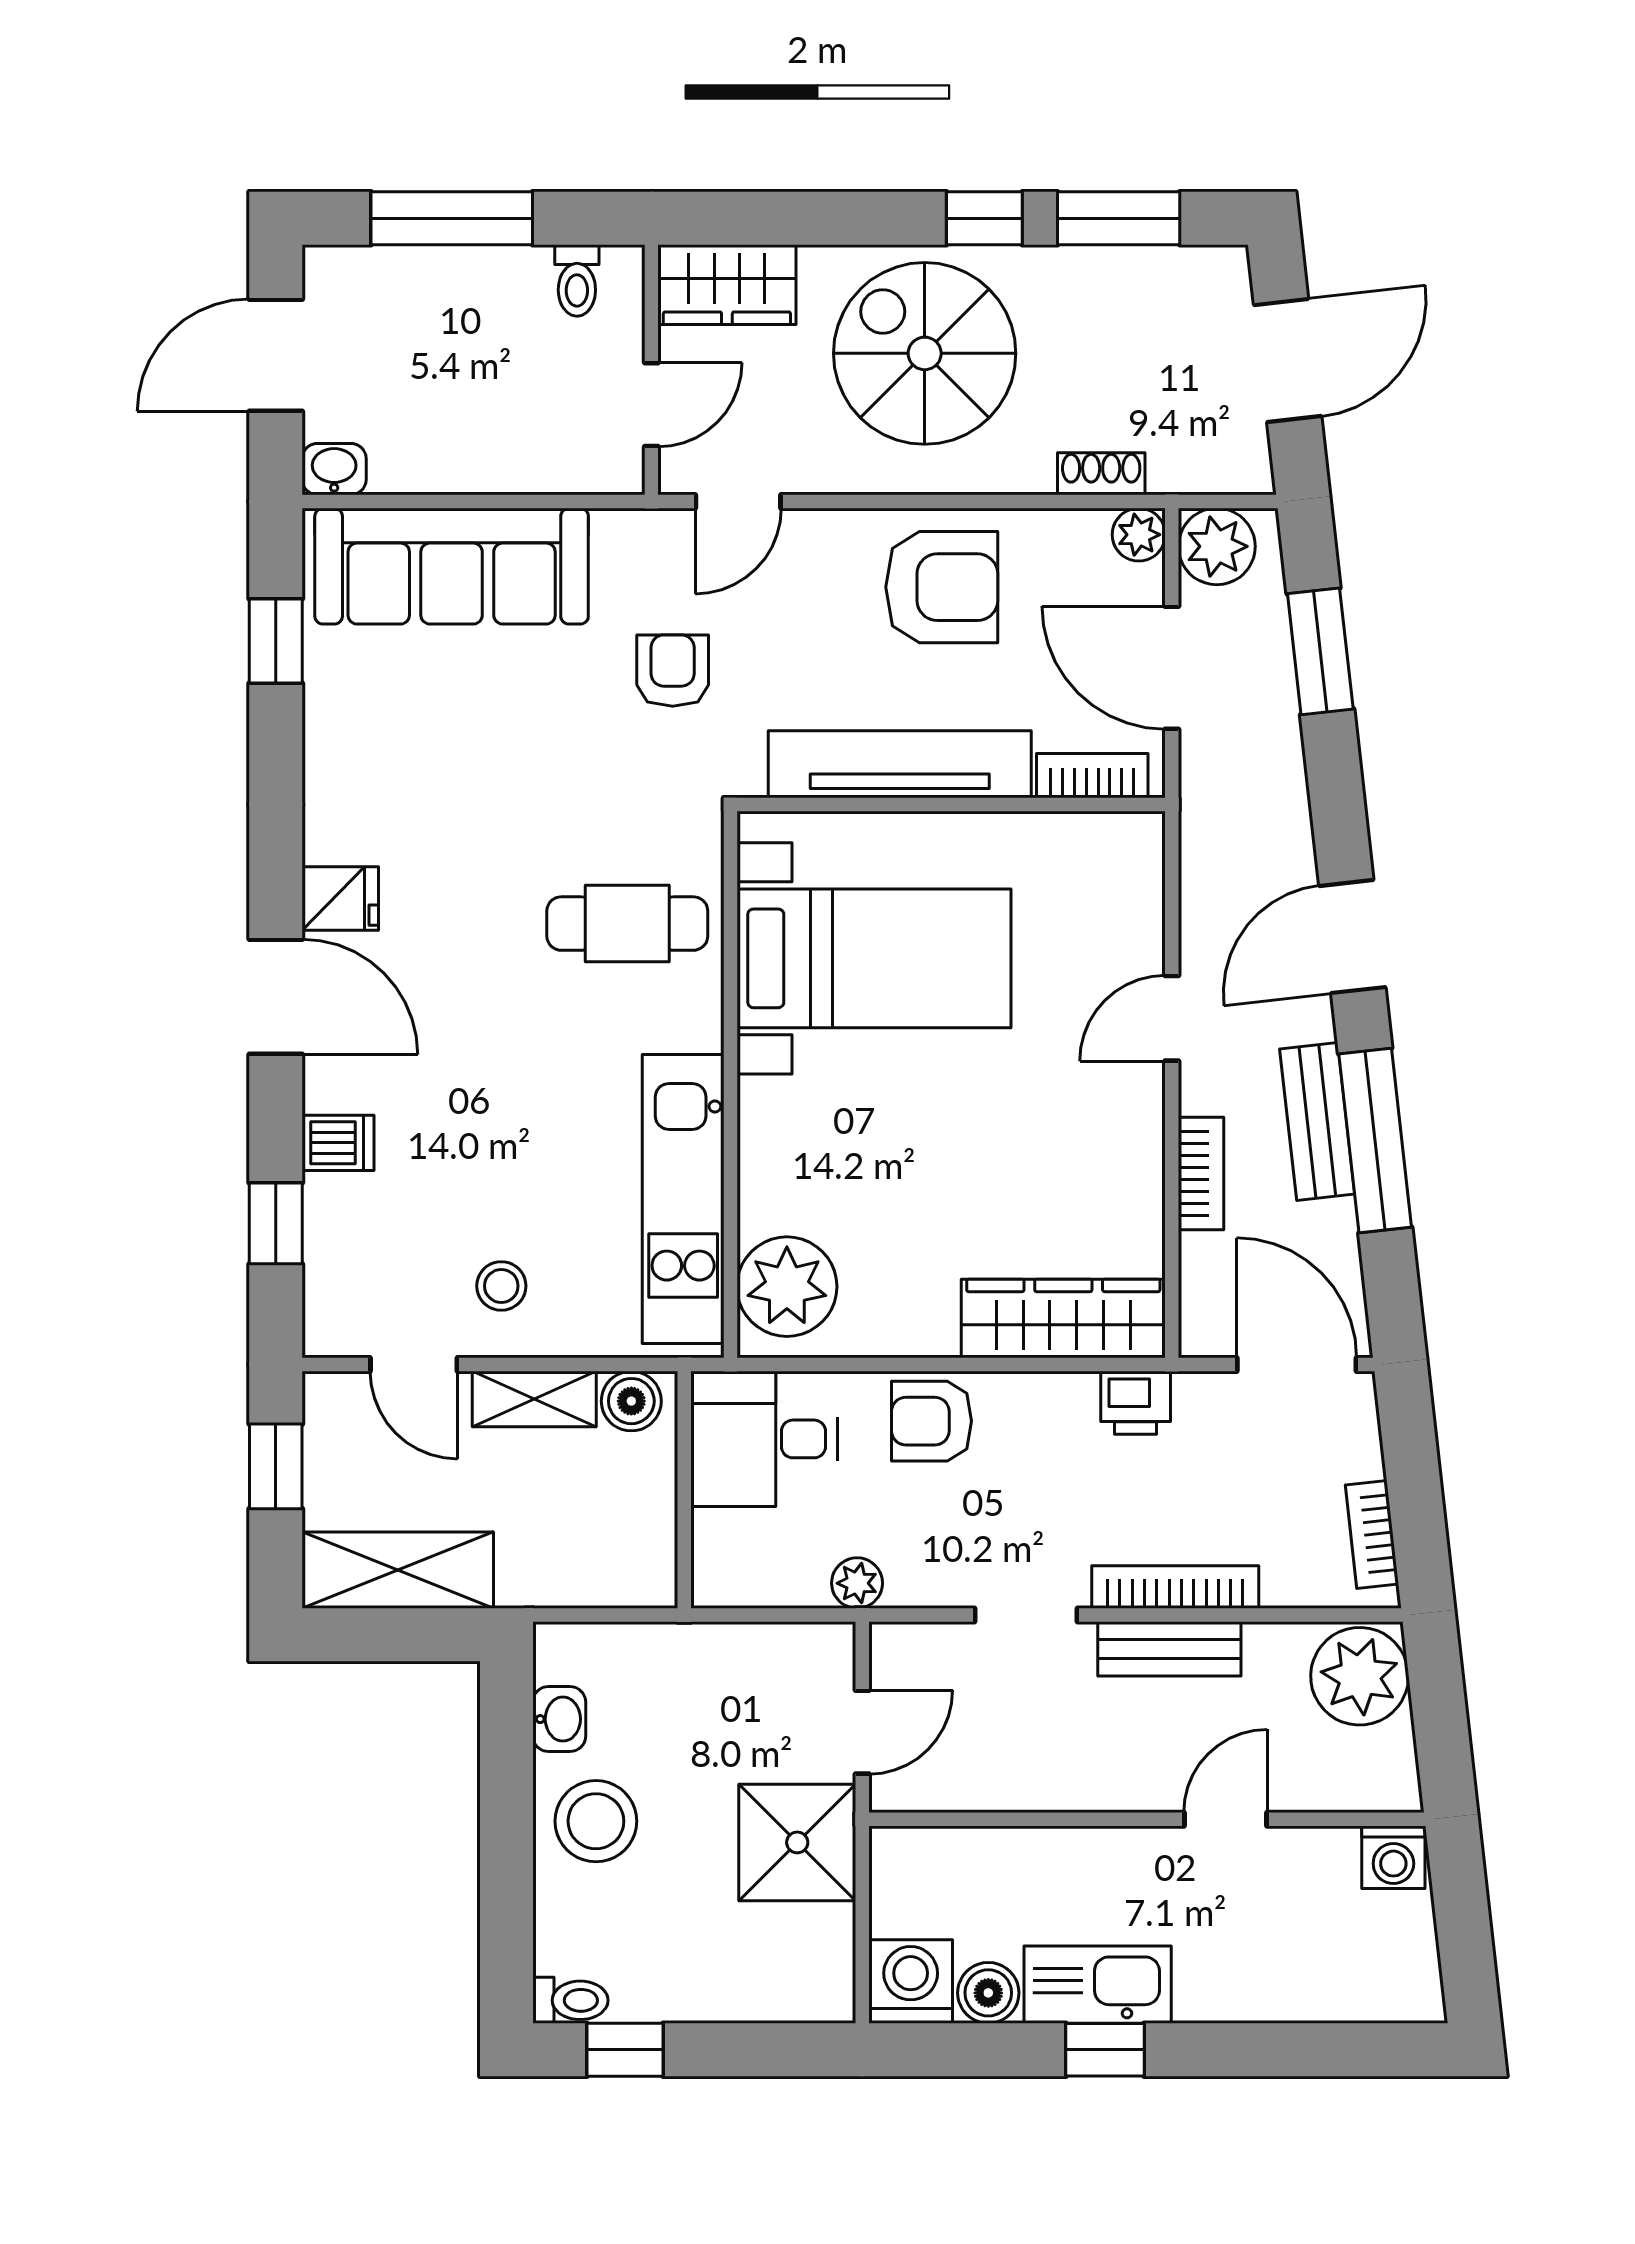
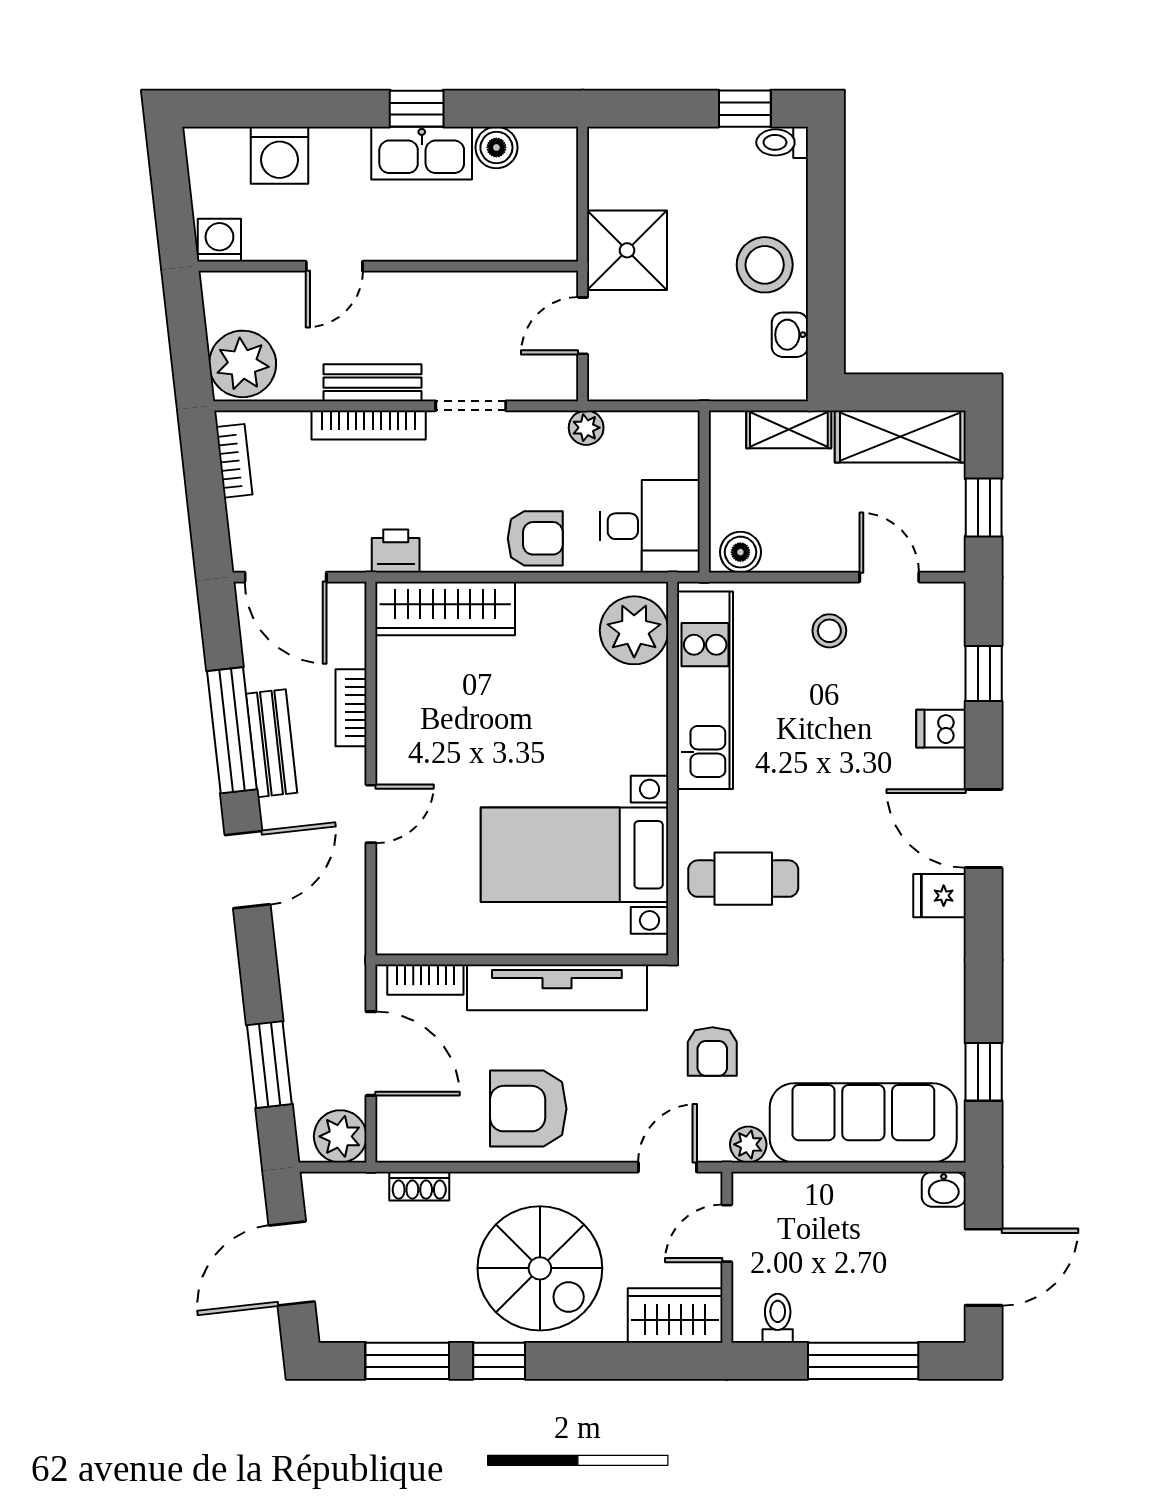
plant: (1139, 535) -> (748, 1144), moved
shelving: (534, 1399) -> (789, 429), moved
washing machine: (911, 1982) -> (280, 155), moved

